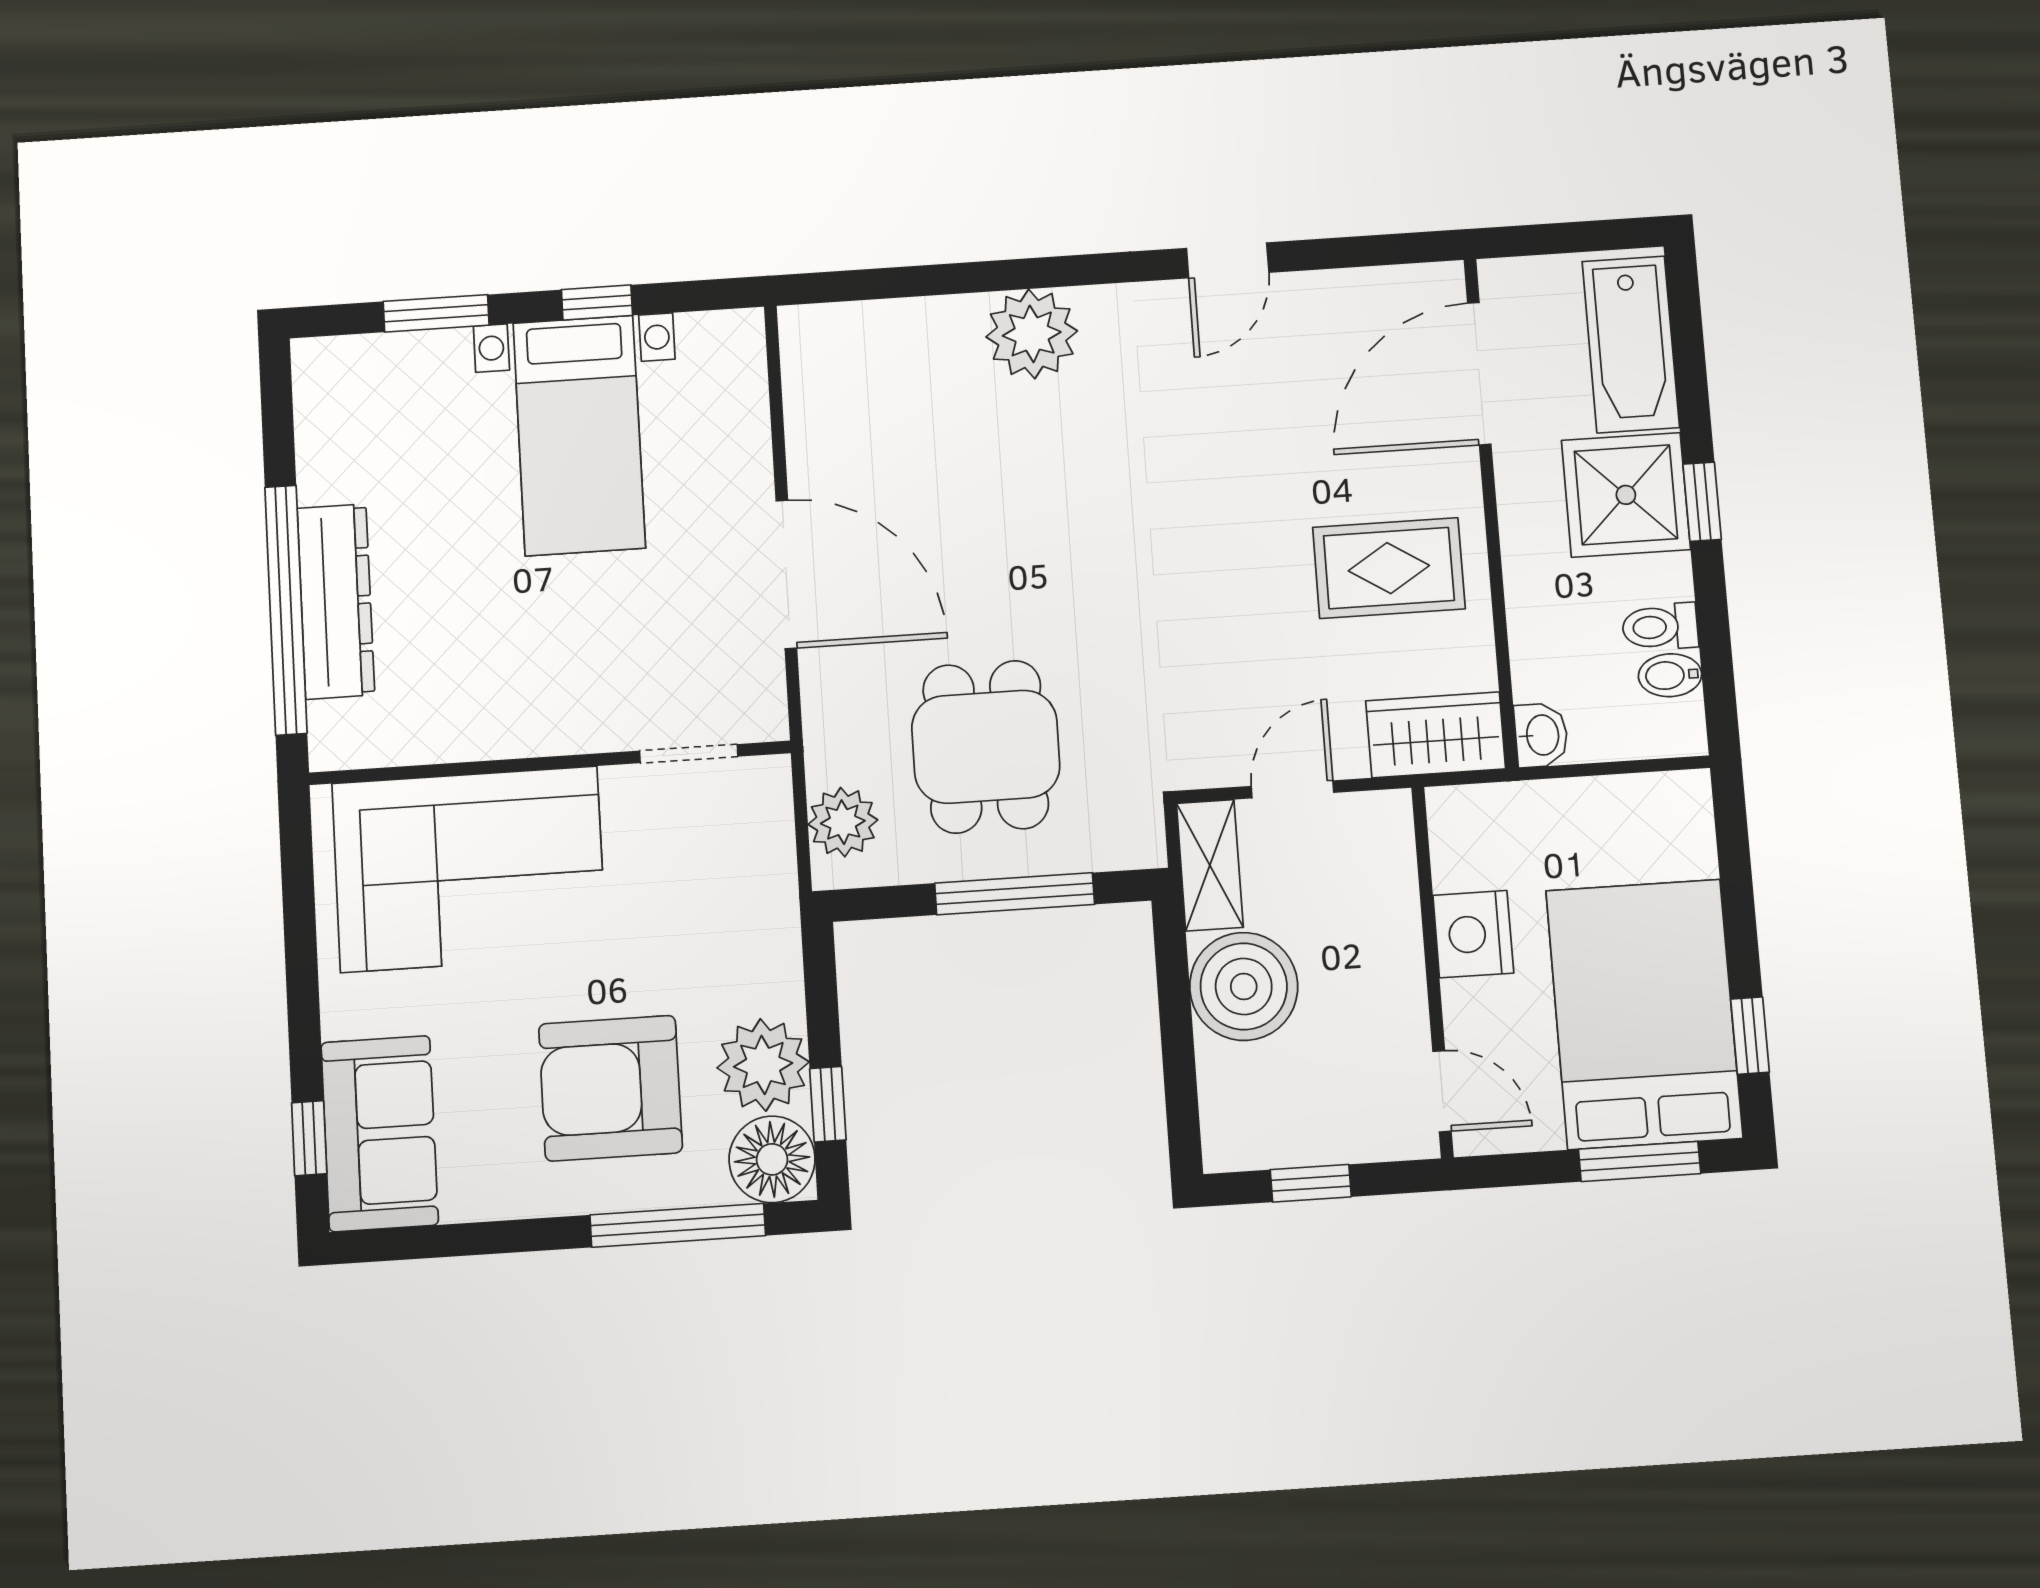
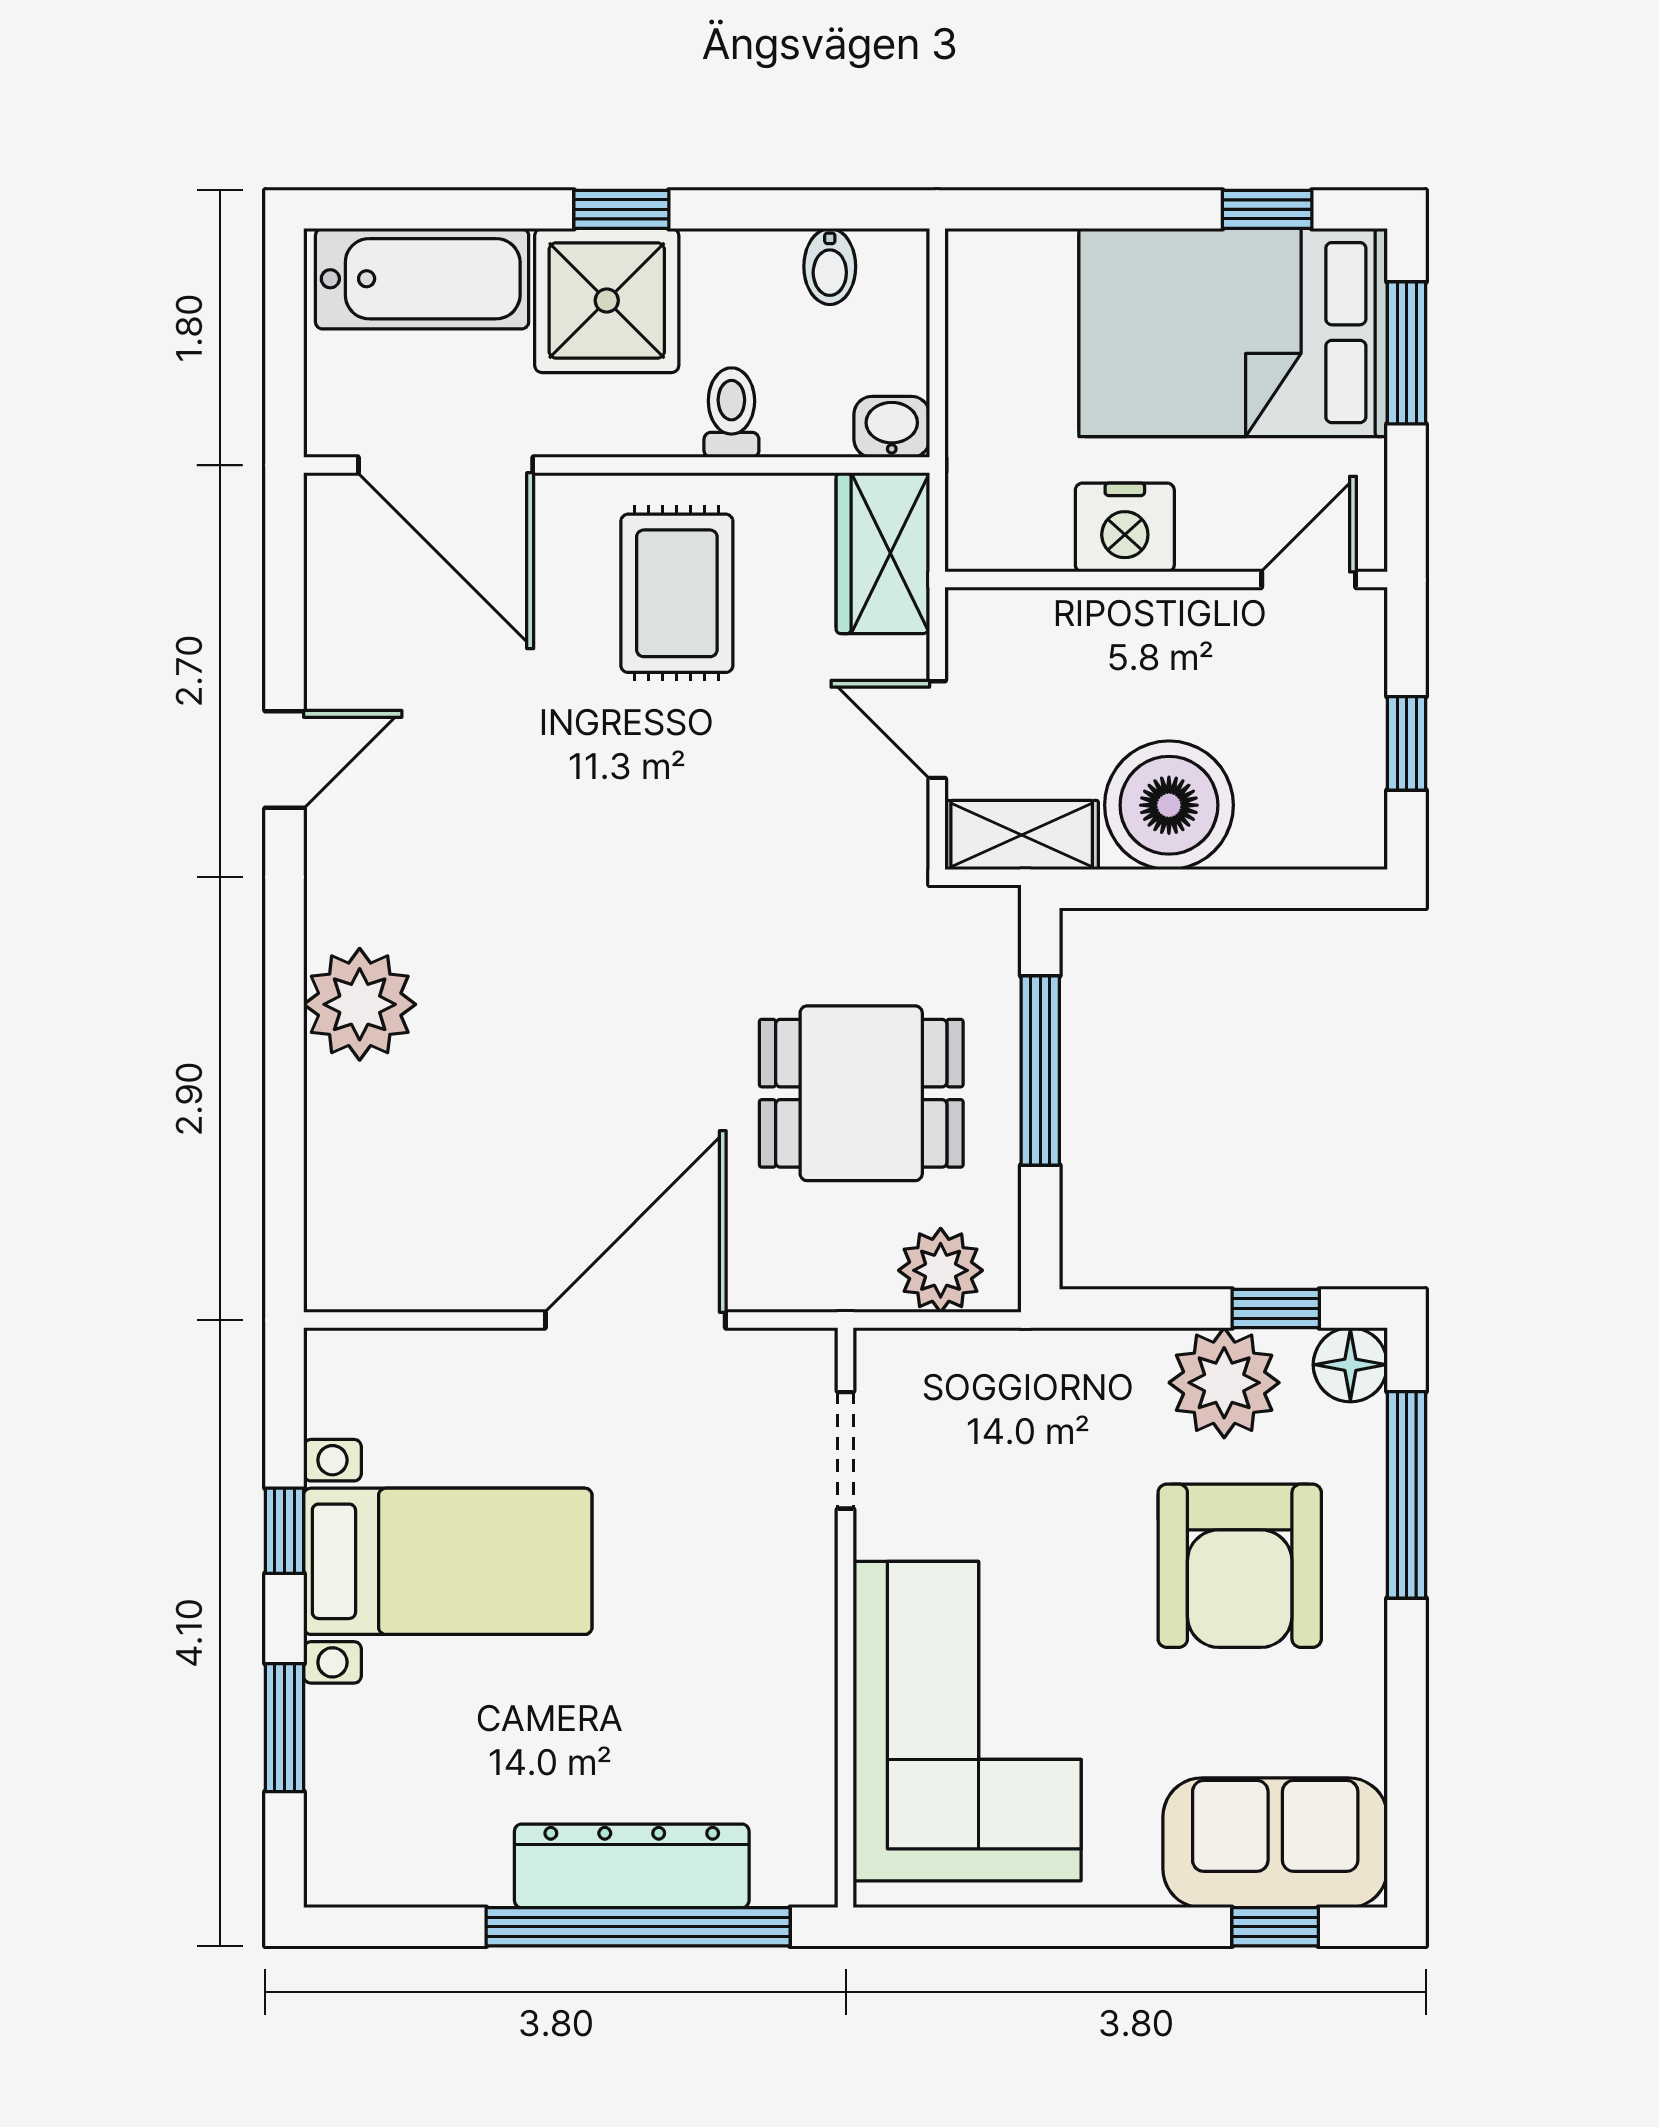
door: (1228, 260) -> (285, 760), hinge flipped
toilet: (1660, 627) -> (731, 413), moved, turned 180
floor lamp: (772, 1159) -> (1350, 1365), width x0.73, depth x0.73

